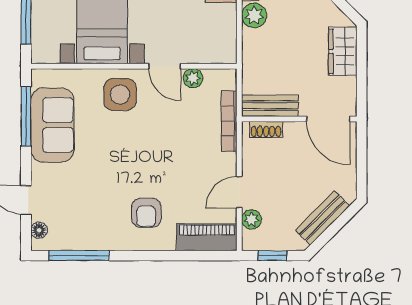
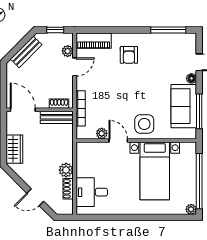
armchair: (146, 213) -> (129, 55), turned 180
floor lamp: (39, 230) -> (191, 78), moved

